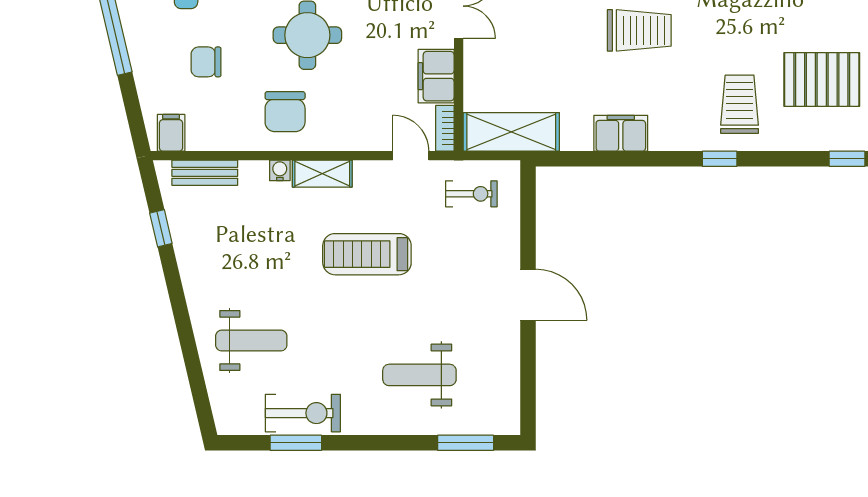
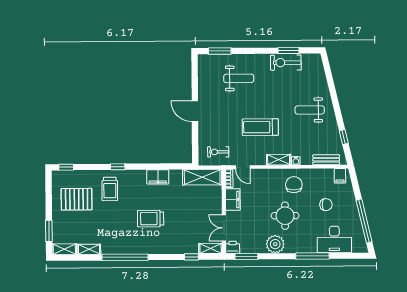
treadmill: (367, 254) -> (260, 127), turned 180
weight bench: (251, 341) -> (310, 110), moved

